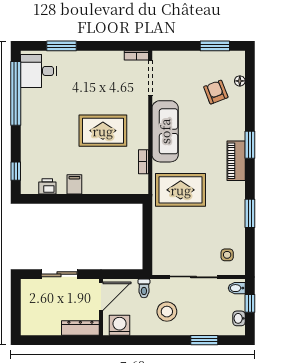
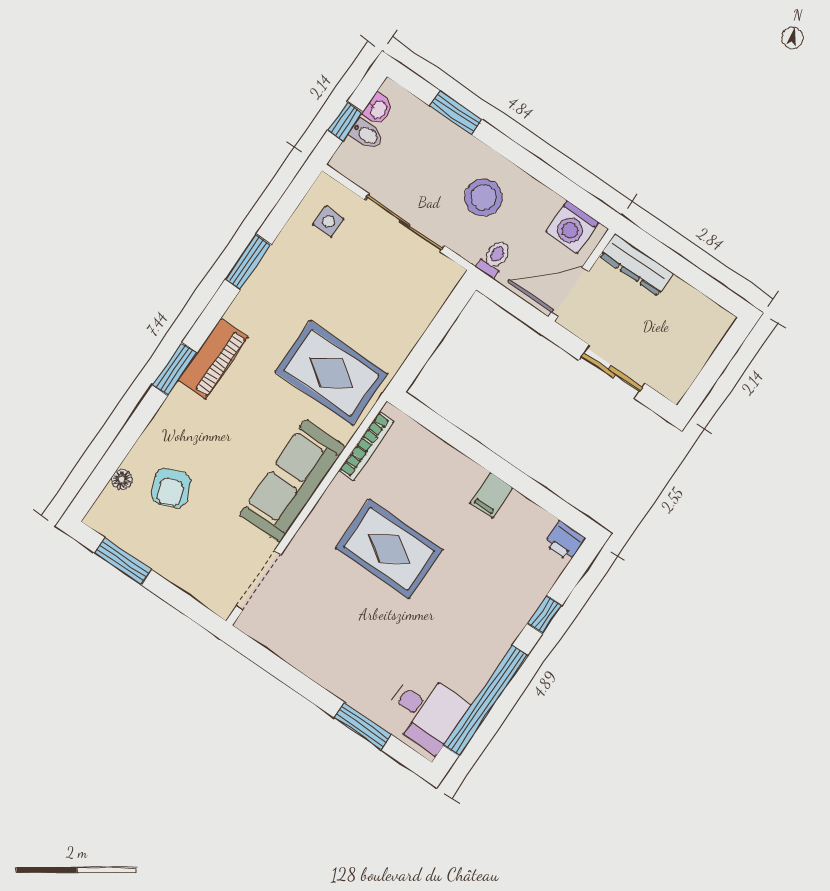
bookcase: (136, 55) -> (256, 631), removed
bookcase: (143, 162) -> (366, 446), width x1.56
window: (16, 171) -> (545, 614), moved
printer: (47, 186) -> (565, 541), moved
bidet: (237, 288) -> (366, 134), moved

